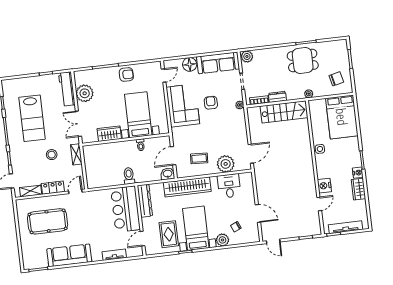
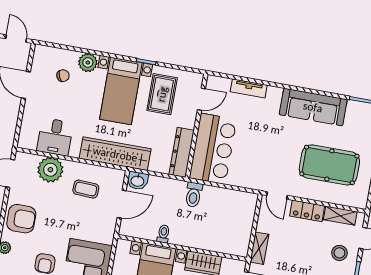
armchair: (235, 127) -> (21, 219), added
stool: (52, 155) -> (339, 253), moved
door: (75, 192) -> (277, 195), hinge flipped

